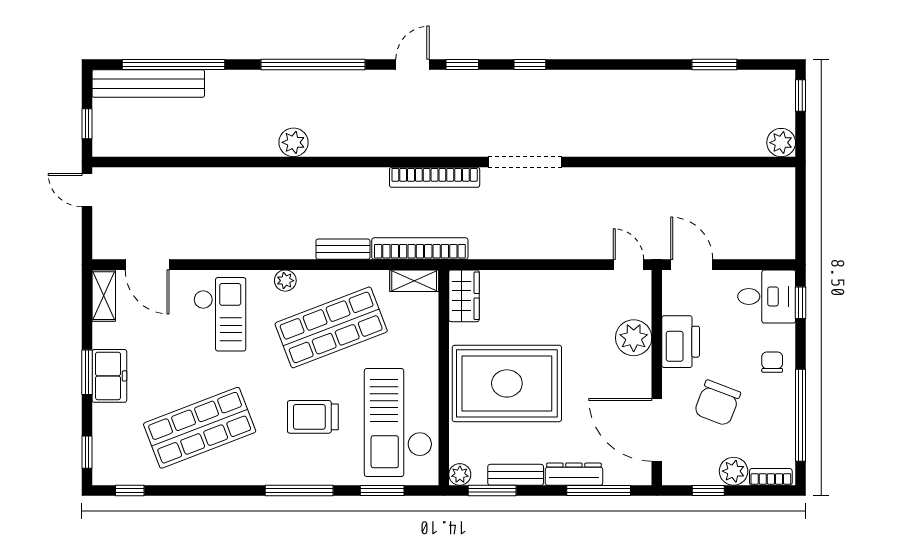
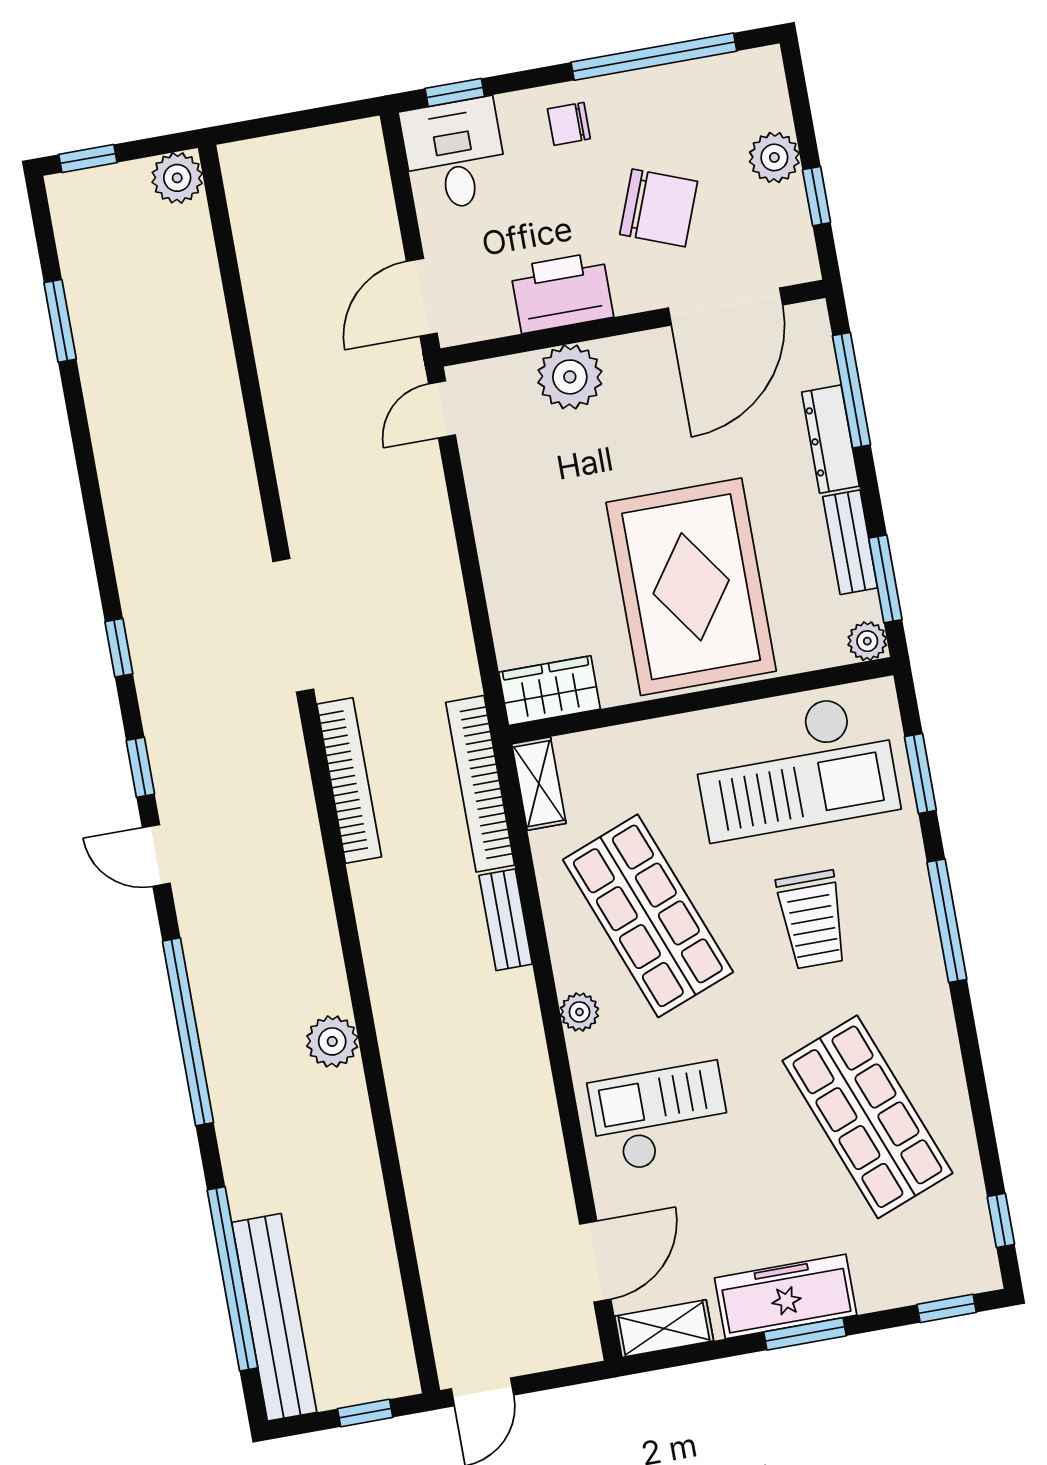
freezer: (109, 376) -> (786, 1296), width x1.40
bookcase: (771, 477) -> (773, 90), removed

